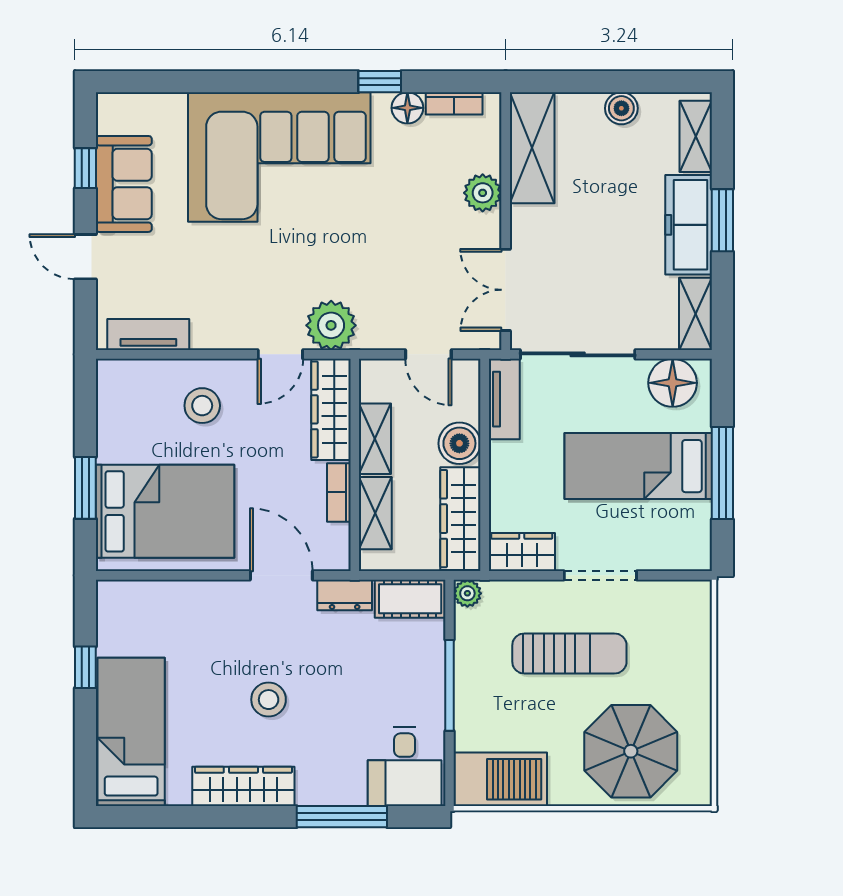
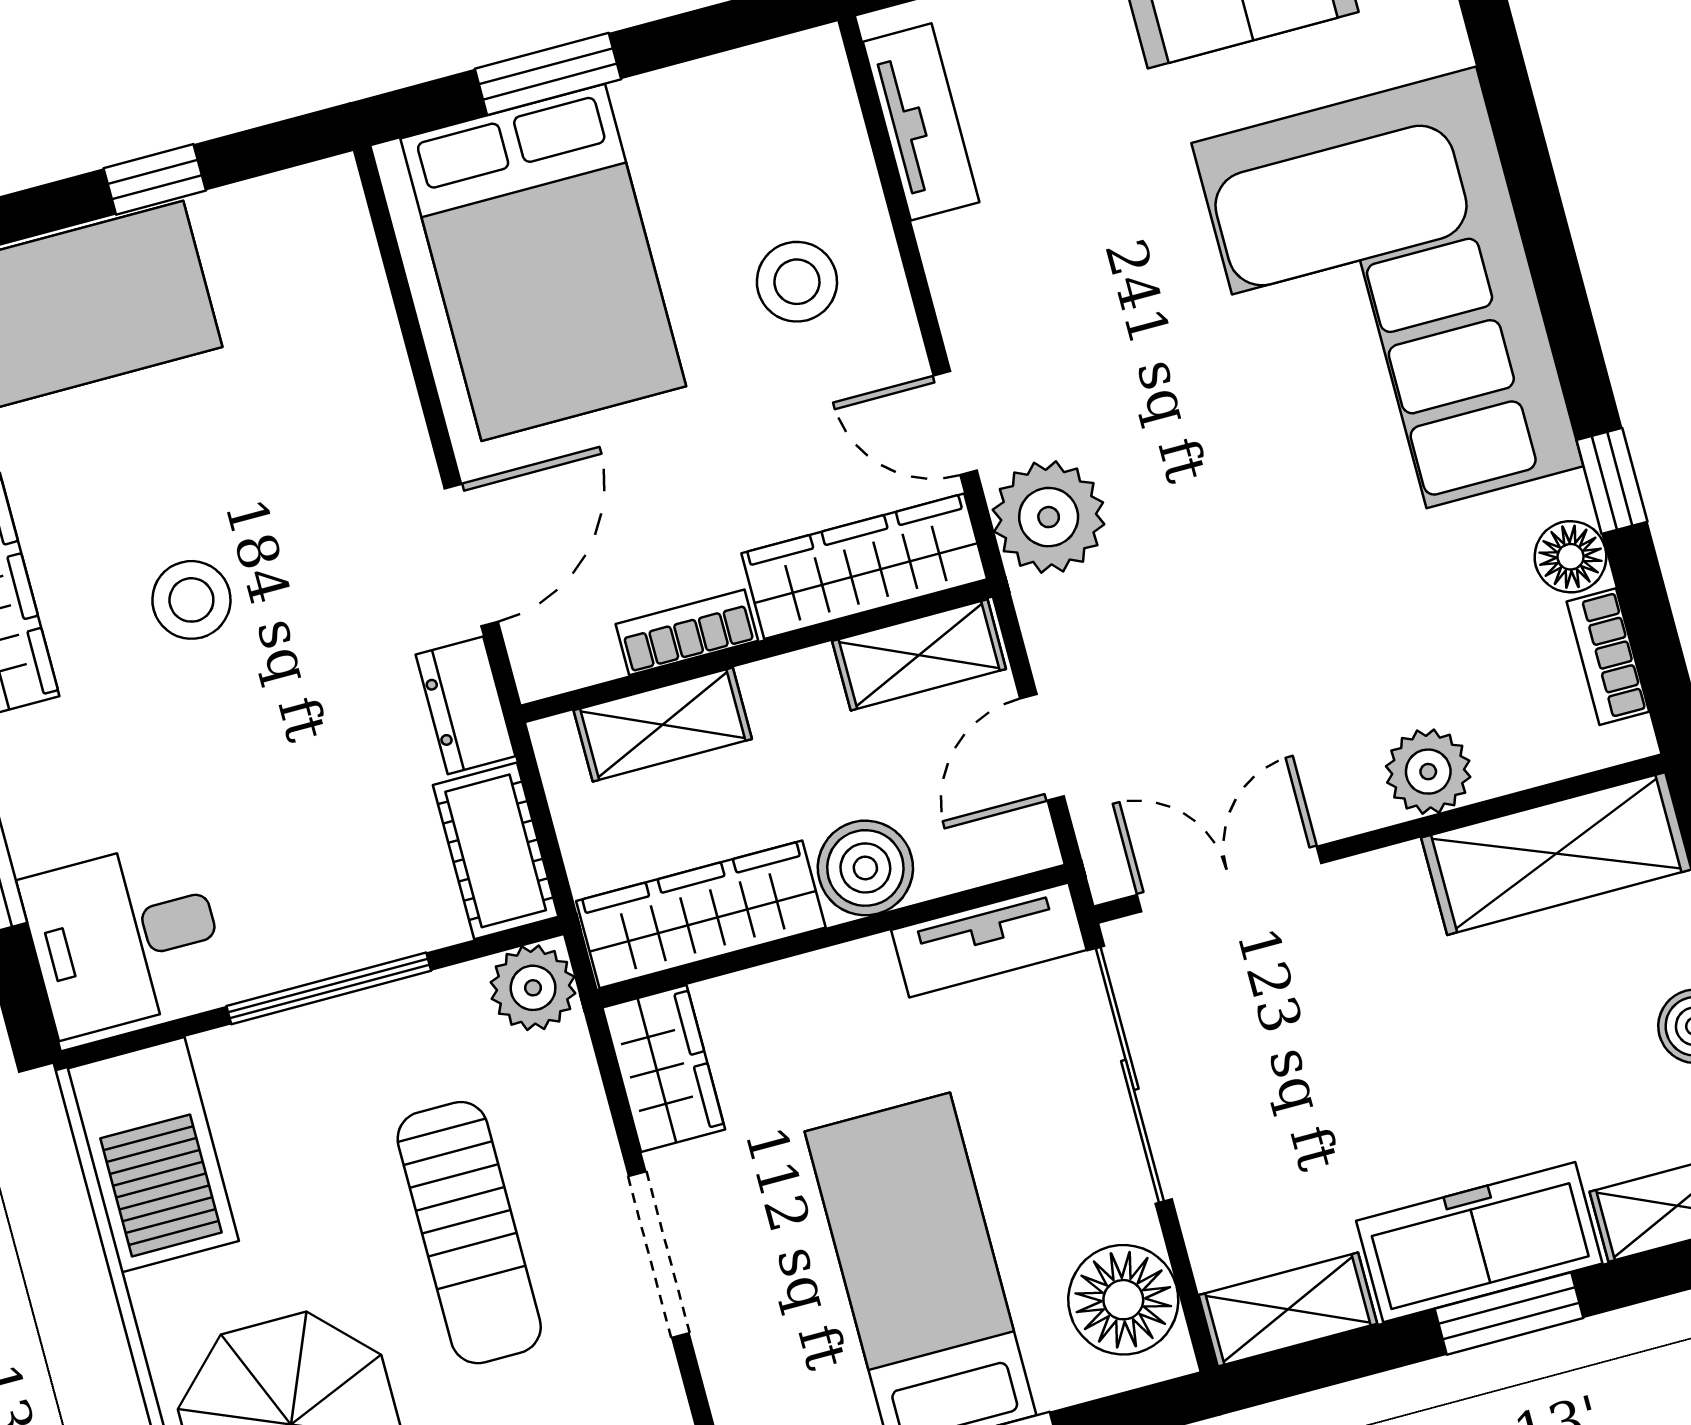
shelving: (375, 439) -> (919, 655), moved
plant: (467, 593) -> (533, 988), width x1.38, depth x1.38

